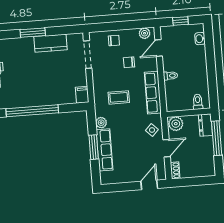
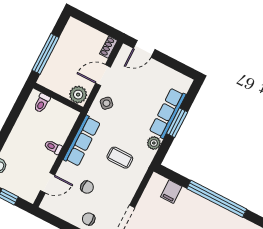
plant: (145, 33) -> (53, 207), removed
filing cabinet: (82, 95) -> (171, 192), moved
dresser: (205, 125) -> (49, 74), removed

